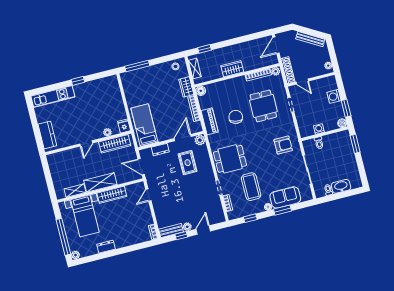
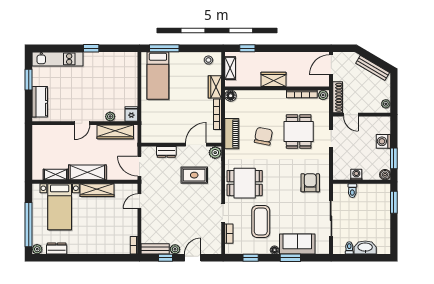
window: (34, 119) -> (29, 80), added
bed: (144, 125) -> (158, 76), moved, turned 180
armchair: (283, 145) -> (310, 183), turned -90
rug: (188, 163) -> (194, 175), turned 90
dresser: (106, 247) -> (57, 249), moved

